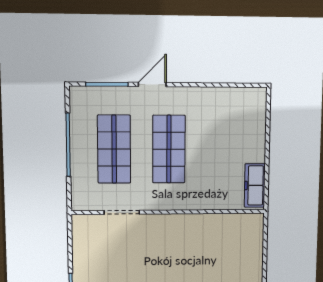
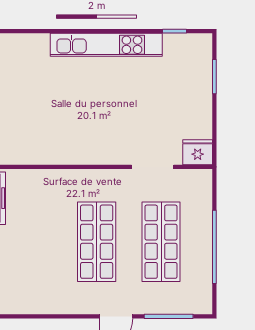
fridge: (84, 225) -> (198, 152), added

